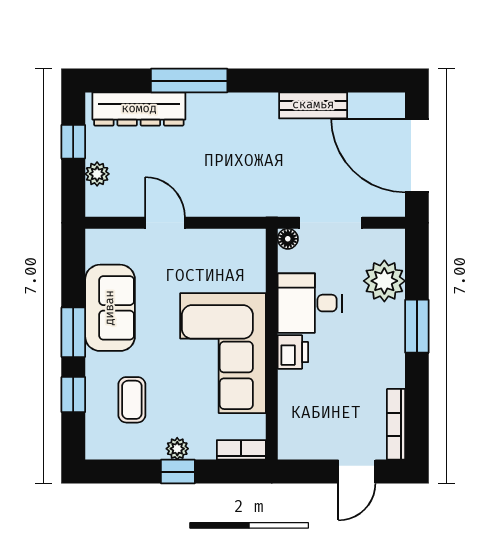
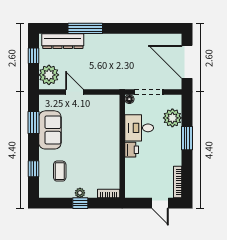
bench: (313, 105) -> (141, 40), removed
plant: (97, 174) -> (49, 75), width x1.87, depth x1.87
window: (73, 332) -> (33, 123), moved
corner sofa: (223, 353) -> (100, 150), removed
door: (357, 472) -> (160, 203), hinge flipped

